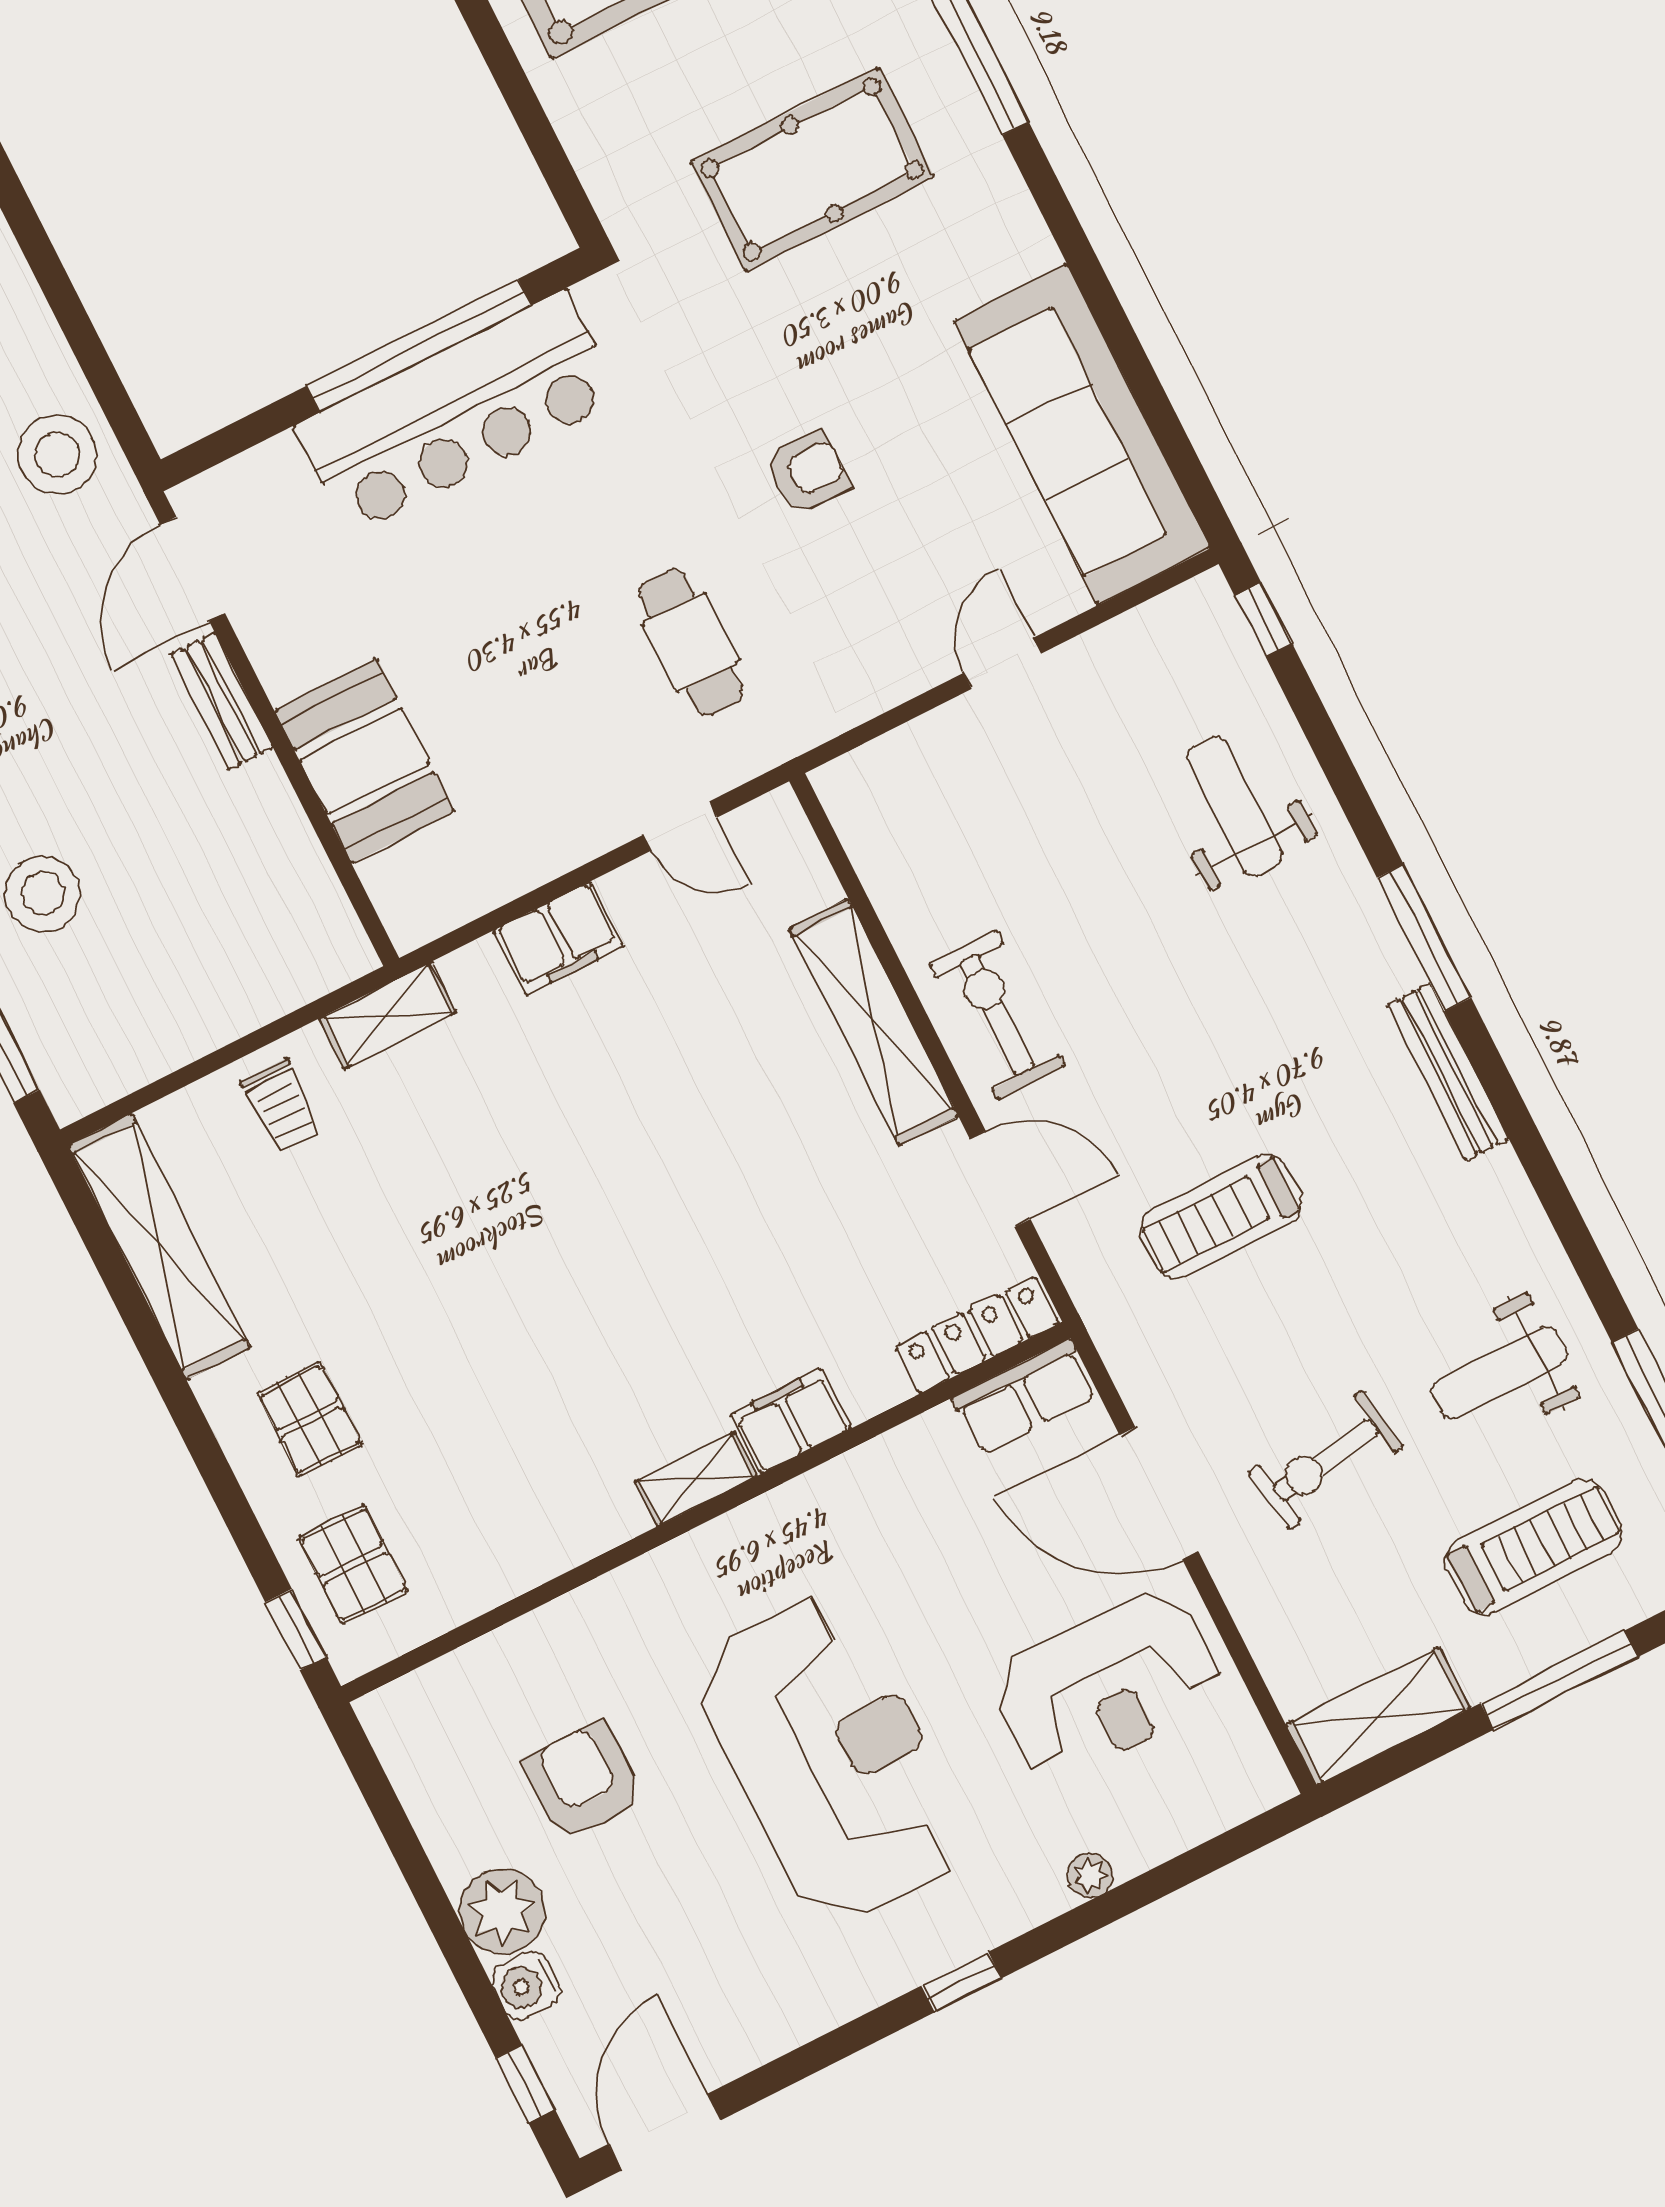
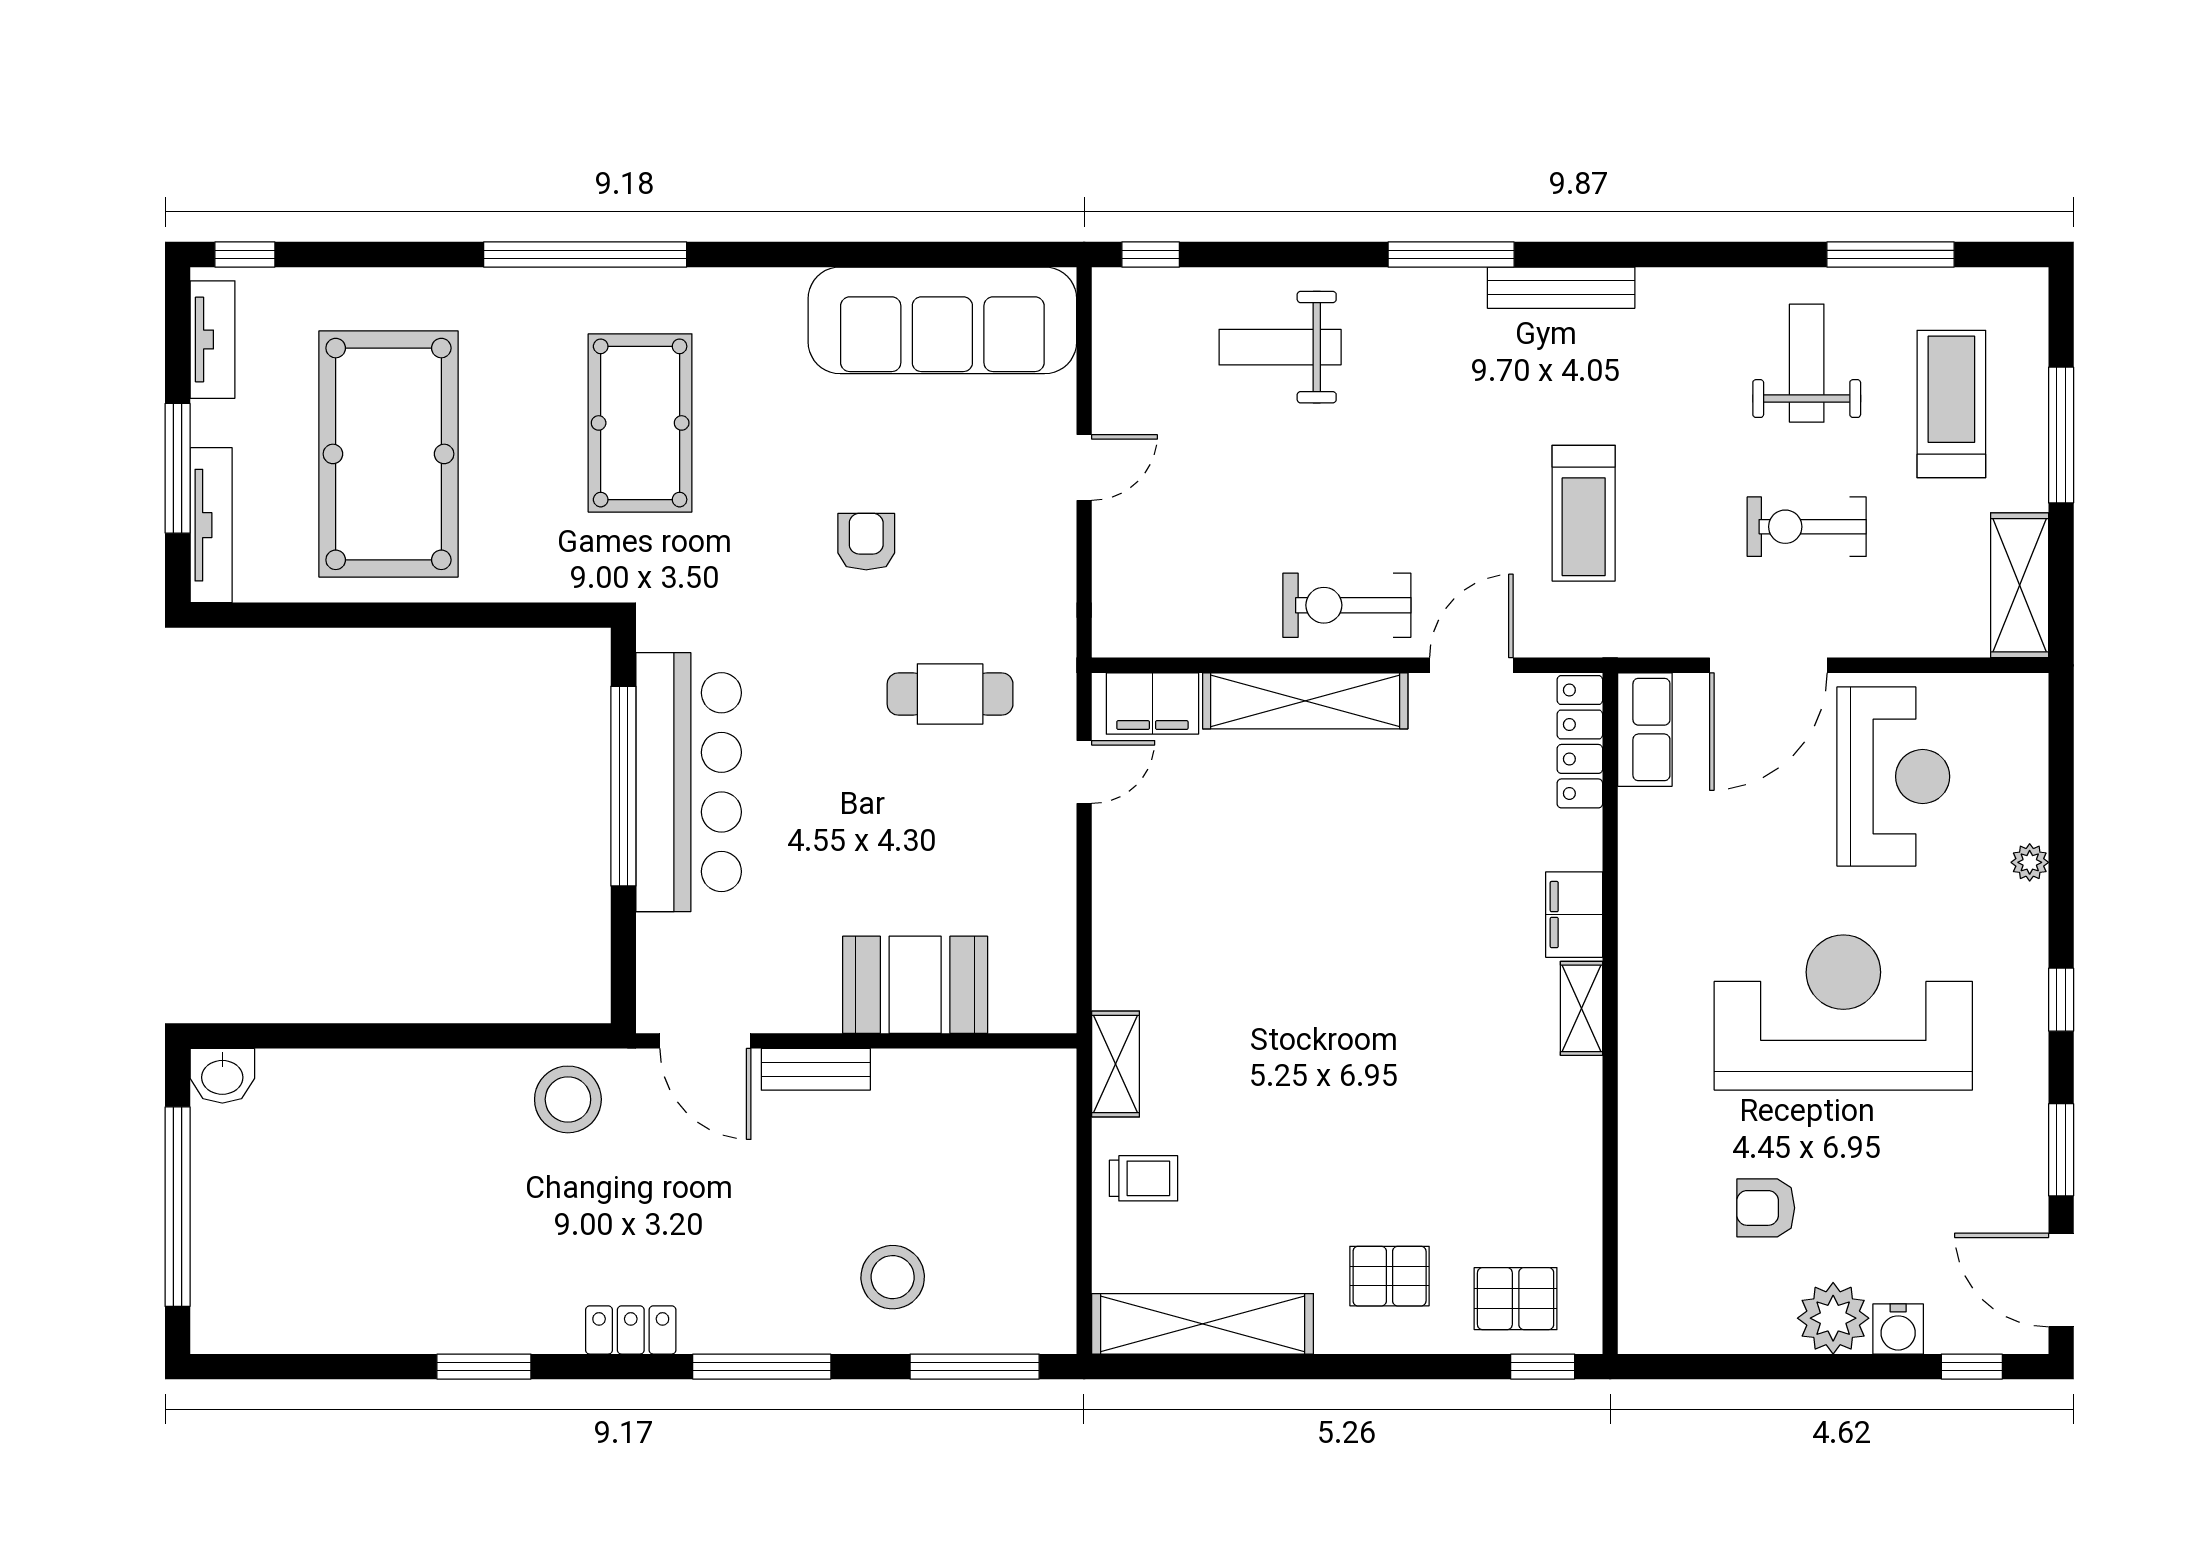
door: (1002, 663) -> (1084, 467), swing flipped
filing cabinet: (558, 938) -> (1152, 704), moved, turned 90
weight bench: (1499, 1372) -> (1807, 363), turned 180
exercise bike: (1326, 1460) -> (1807, 527), turned 99
armchair: (583, 1781) -> (1766, 1208), width x0.72, depth x0.72
window: (803, 2062) -> (2061, 1150), added

